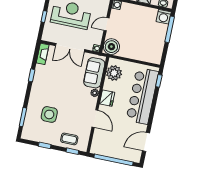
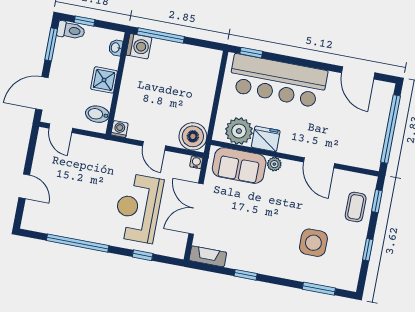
double door: (70, 48) -> (196, 209), swing flipped
fridge: (107, 98) -> (266, 139), moved
door: (95, 119) -> (319, 163), swing flipped

